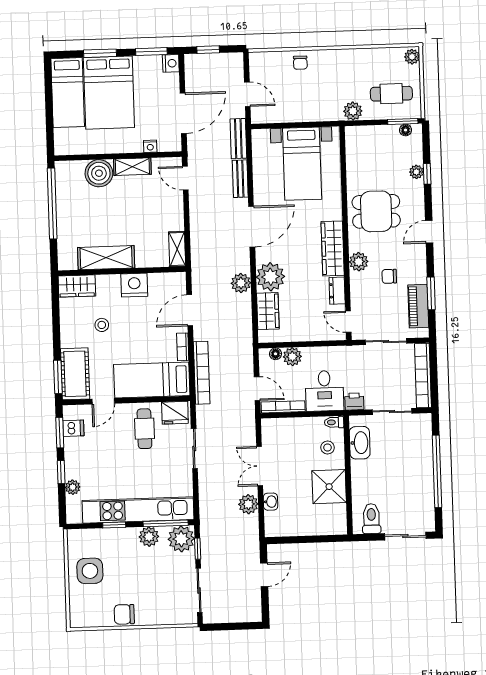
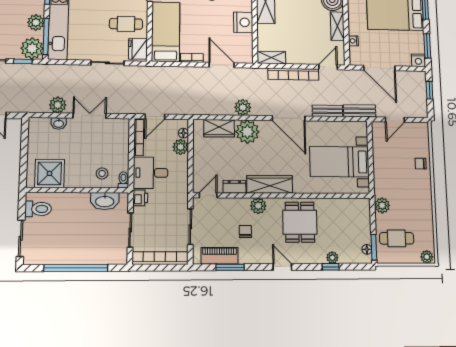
cafe table: (391, 94) -> (397, 238), turned 90
bookcase: (202, 373) -> (293, 74), moved
shower: (329, 487) -> (50, 173), moved

